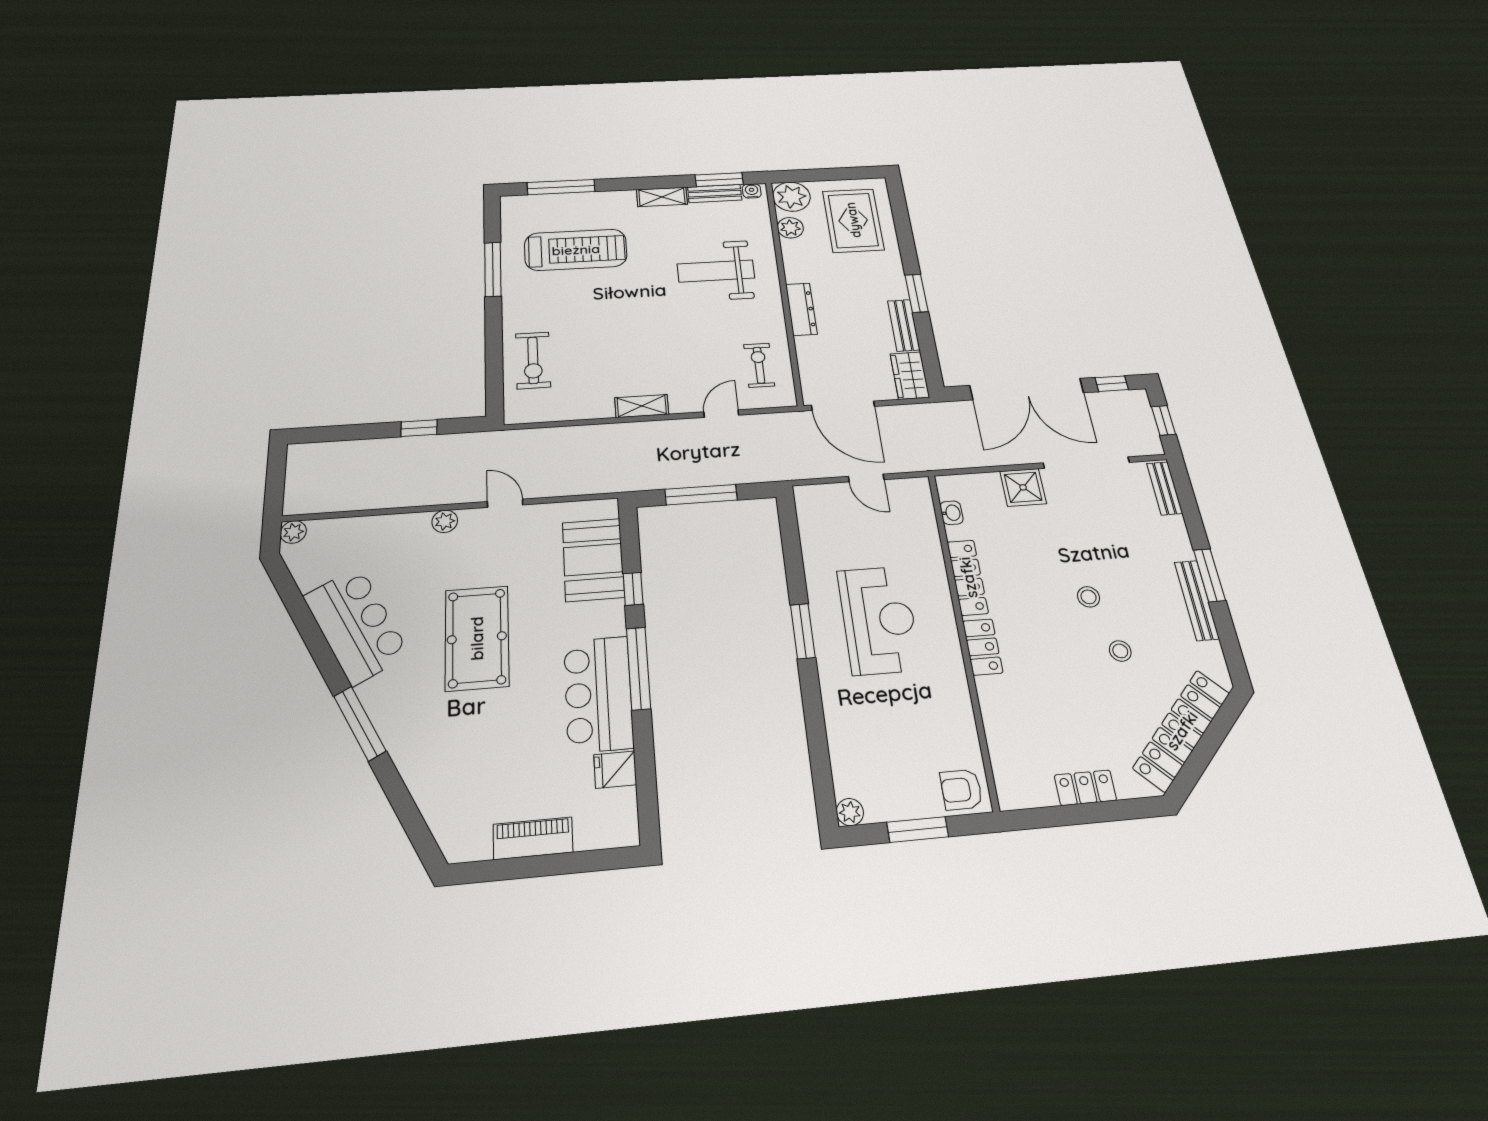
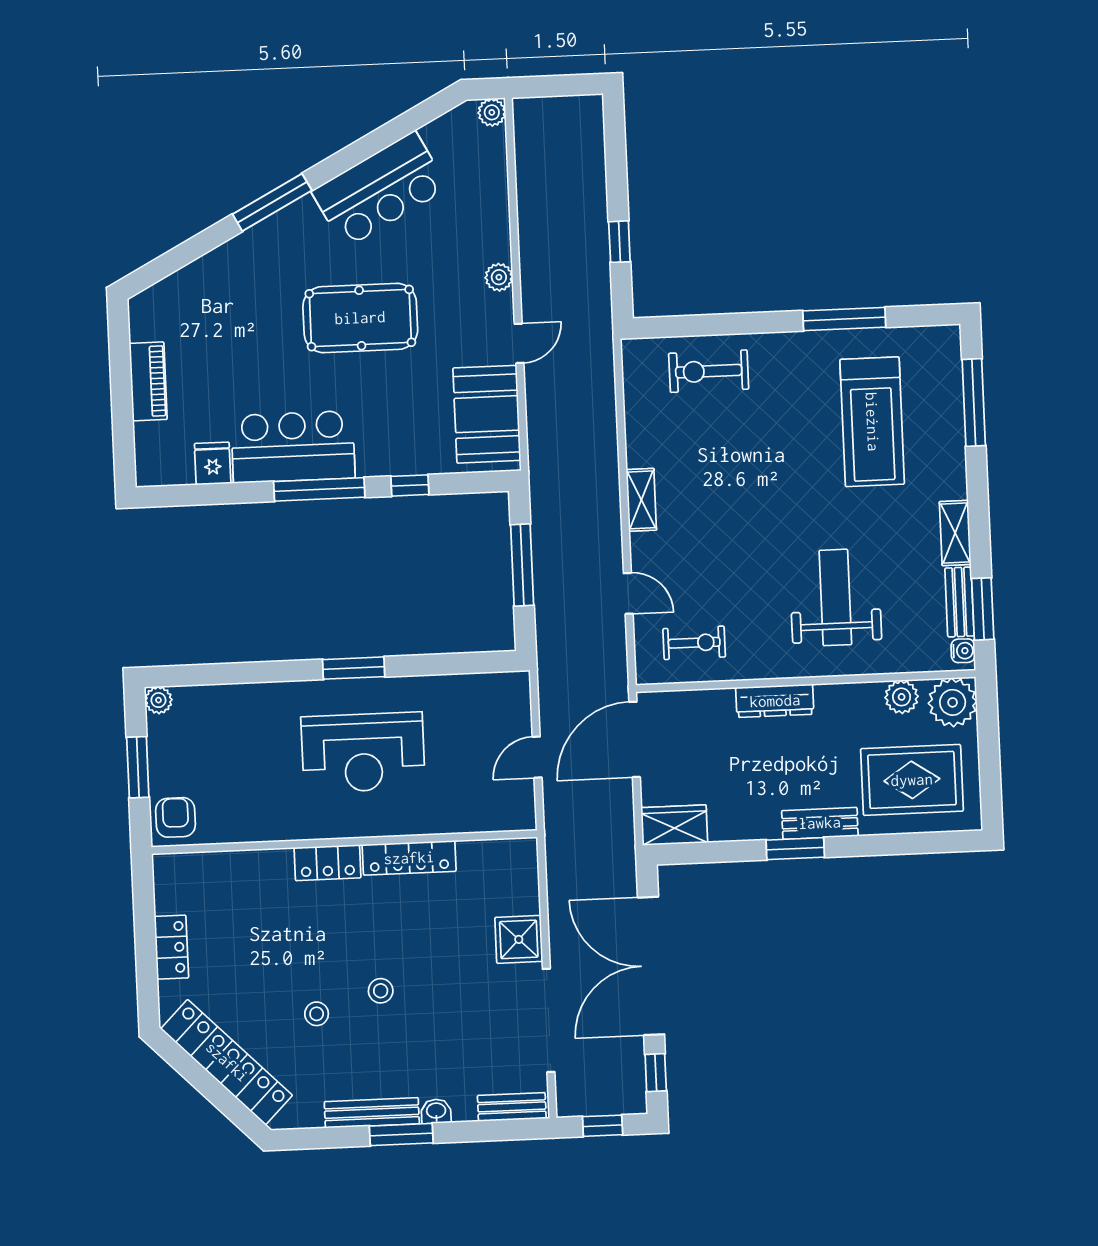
bench: (904, 325) -> (820, 823), moved
washbasin: (952, 513) -> (436, 1111), moved, turned 180
booth: (593, 560) -> (487, 414), moved, turned 90

